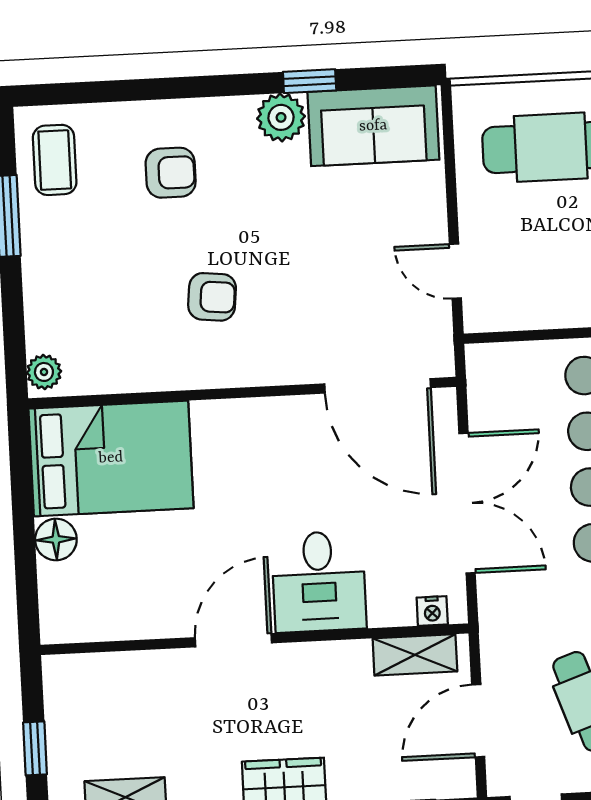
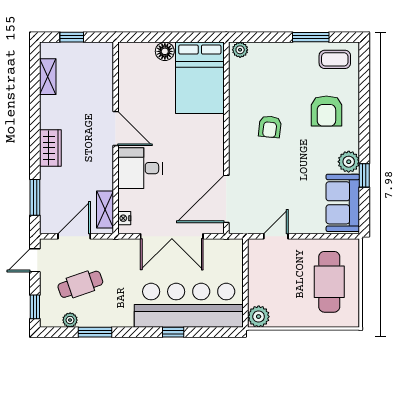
armchair: (171, 173) -> (326, 111), width x1.38, depth x1.38
door: (478, 721) -> (74, 236), hinge flipped

